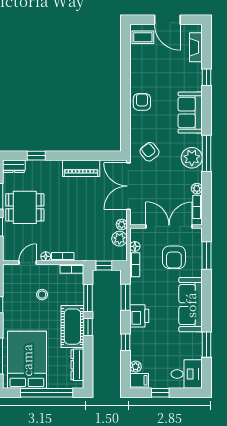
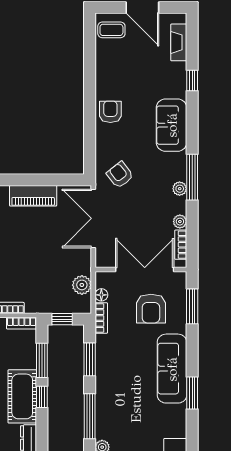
plant: (192, 158) -> (180, 189), width x0.53, depth x0.53
plant: (122, 225) -> (85, 267), removed
printer: (139, 316) -> (107, 383), removed
window: (126, 342) -> (90, 416), width x2.17
window: (207, 345) -> (192, 393), moved

